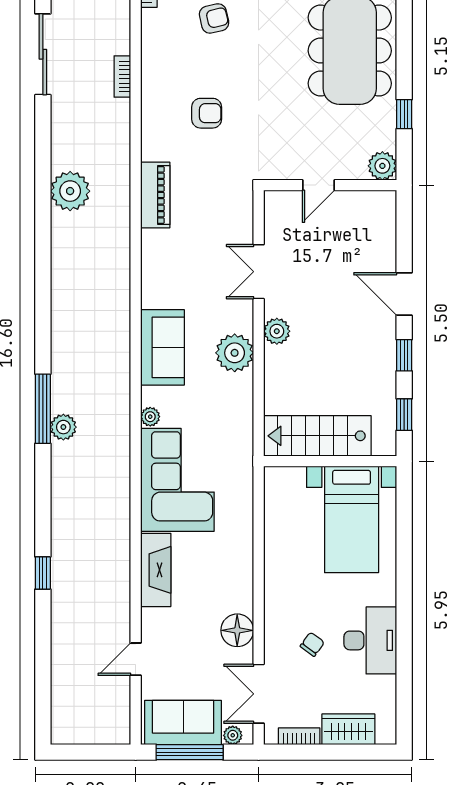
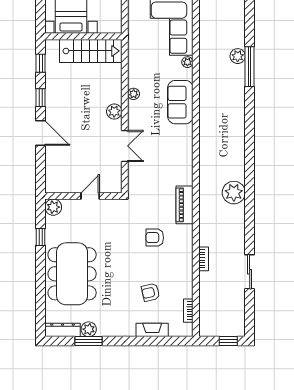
sliding door: (43, 54) -> (250, 272), width x0.73
piano: (155, 195) -> (184, 205), moved
plant: (235, 353) -> (134, 94), width x0.53, depth x0.53

